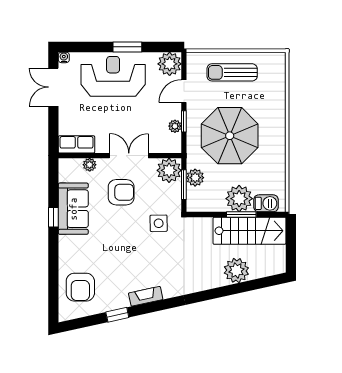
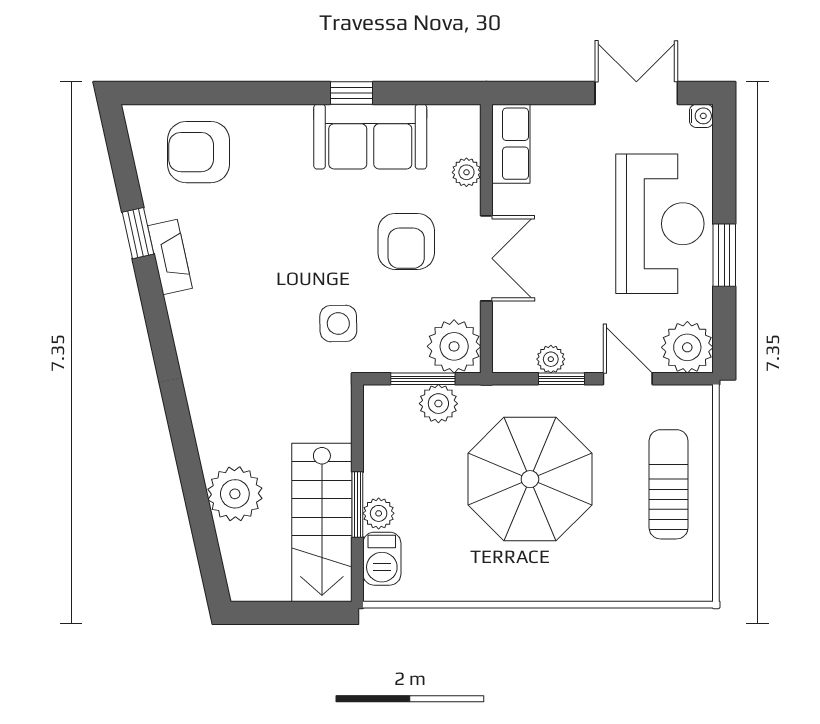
plant: (239, 199) -> (379, 513), width x0.53, depth x0.53
fireplace: (146, 296) -> (170, 257), moved

